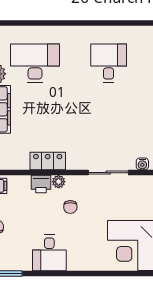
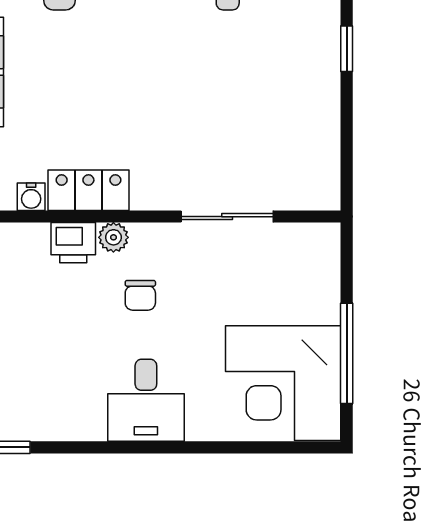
water cooler: (142, 164) -> (31, 197), moved
desk: (49, 253) -> (146, 400), moved

